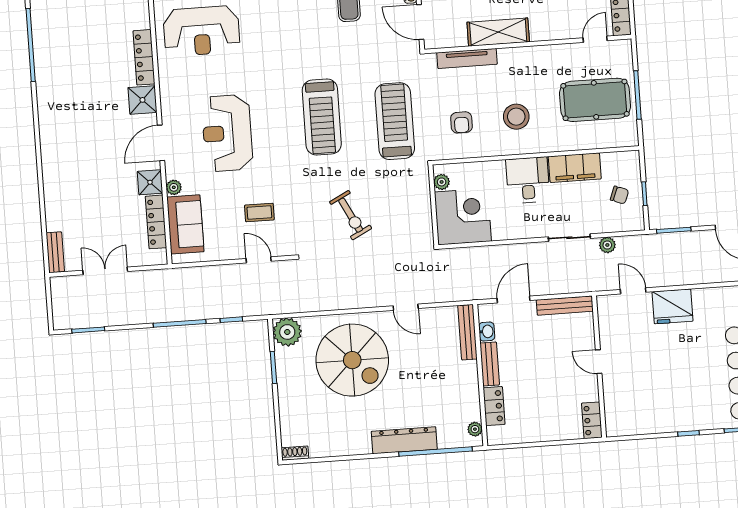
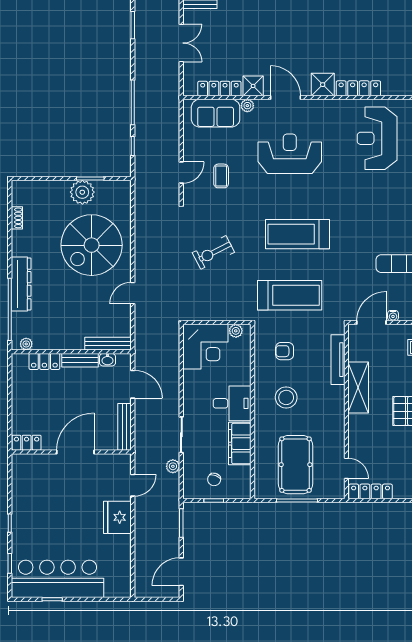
plant: (287, 332) -> (82, 192), moved
door: (599, 362) -> (75, 452), width x1.88
shoe rack: (295, 453) -> (17, 218), moved

